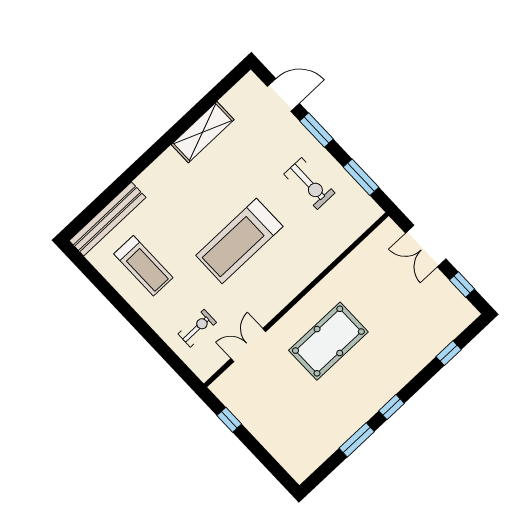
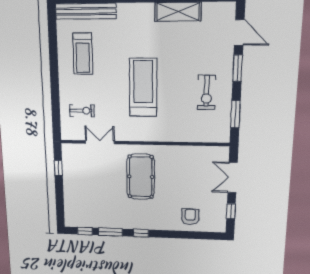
treadmill: (239, 241) -> (143, 88), turned 90
armchair: (426, 334) -> (190, 217), added
pool table: (328, 341) -> (141, 177), turned 90
window: (449, 353) -> (85, 231), moved

